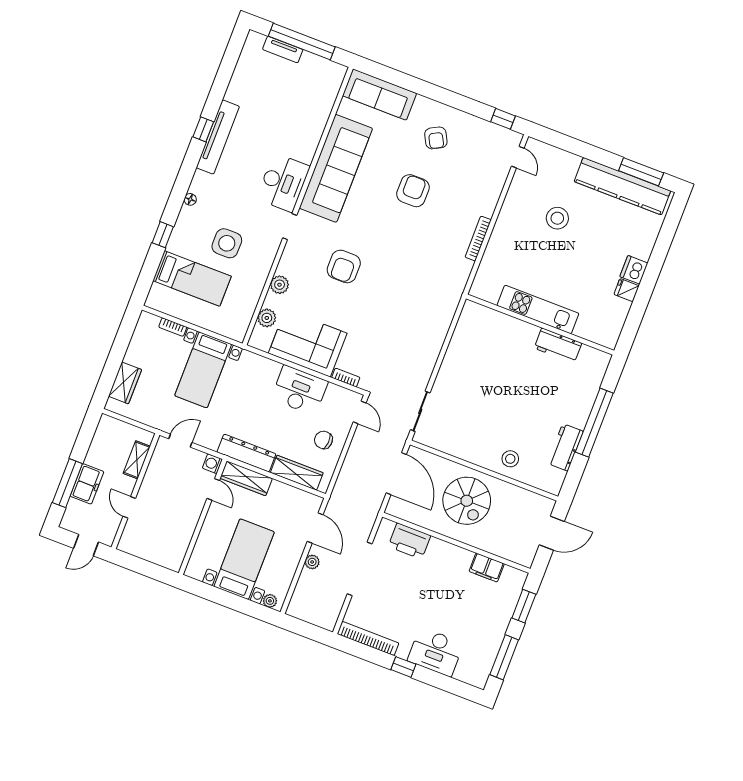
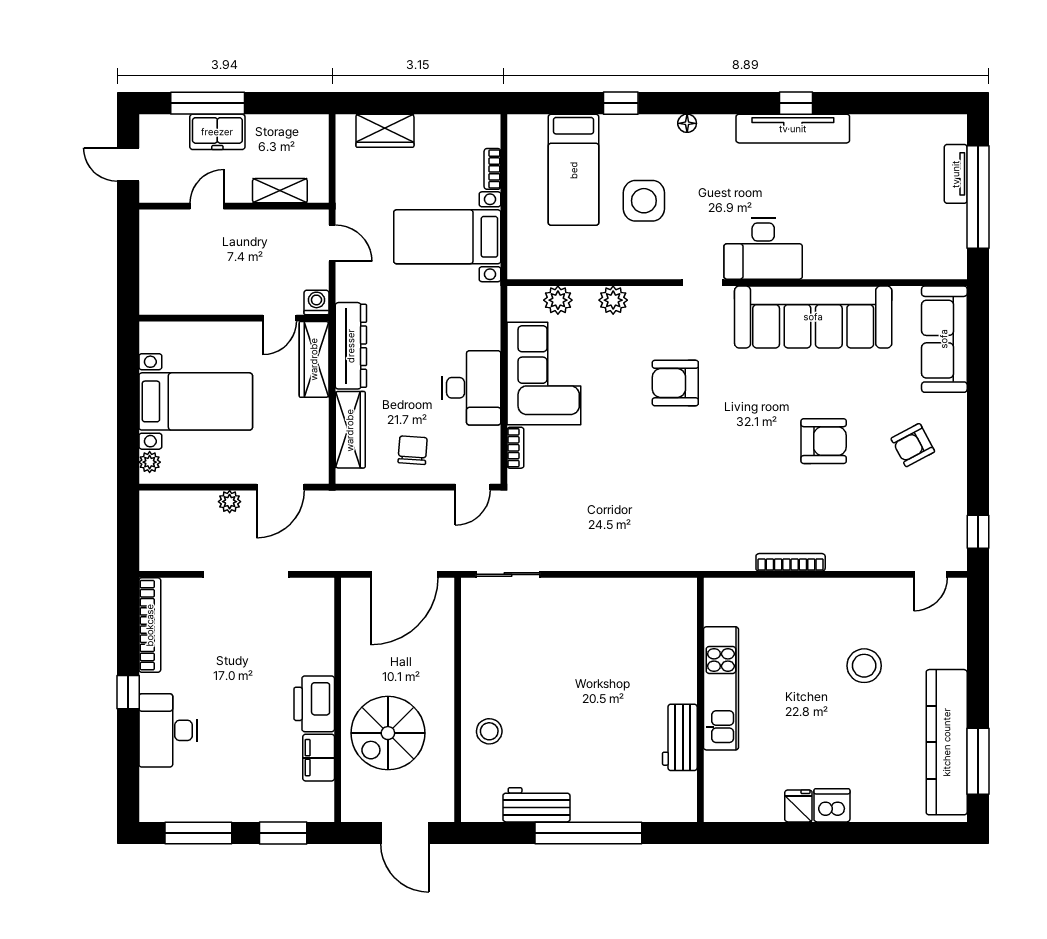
spiral stairs: (467, 501) -> (388, 733), moved
printer: (409, 541) -> (314, 704), moved

